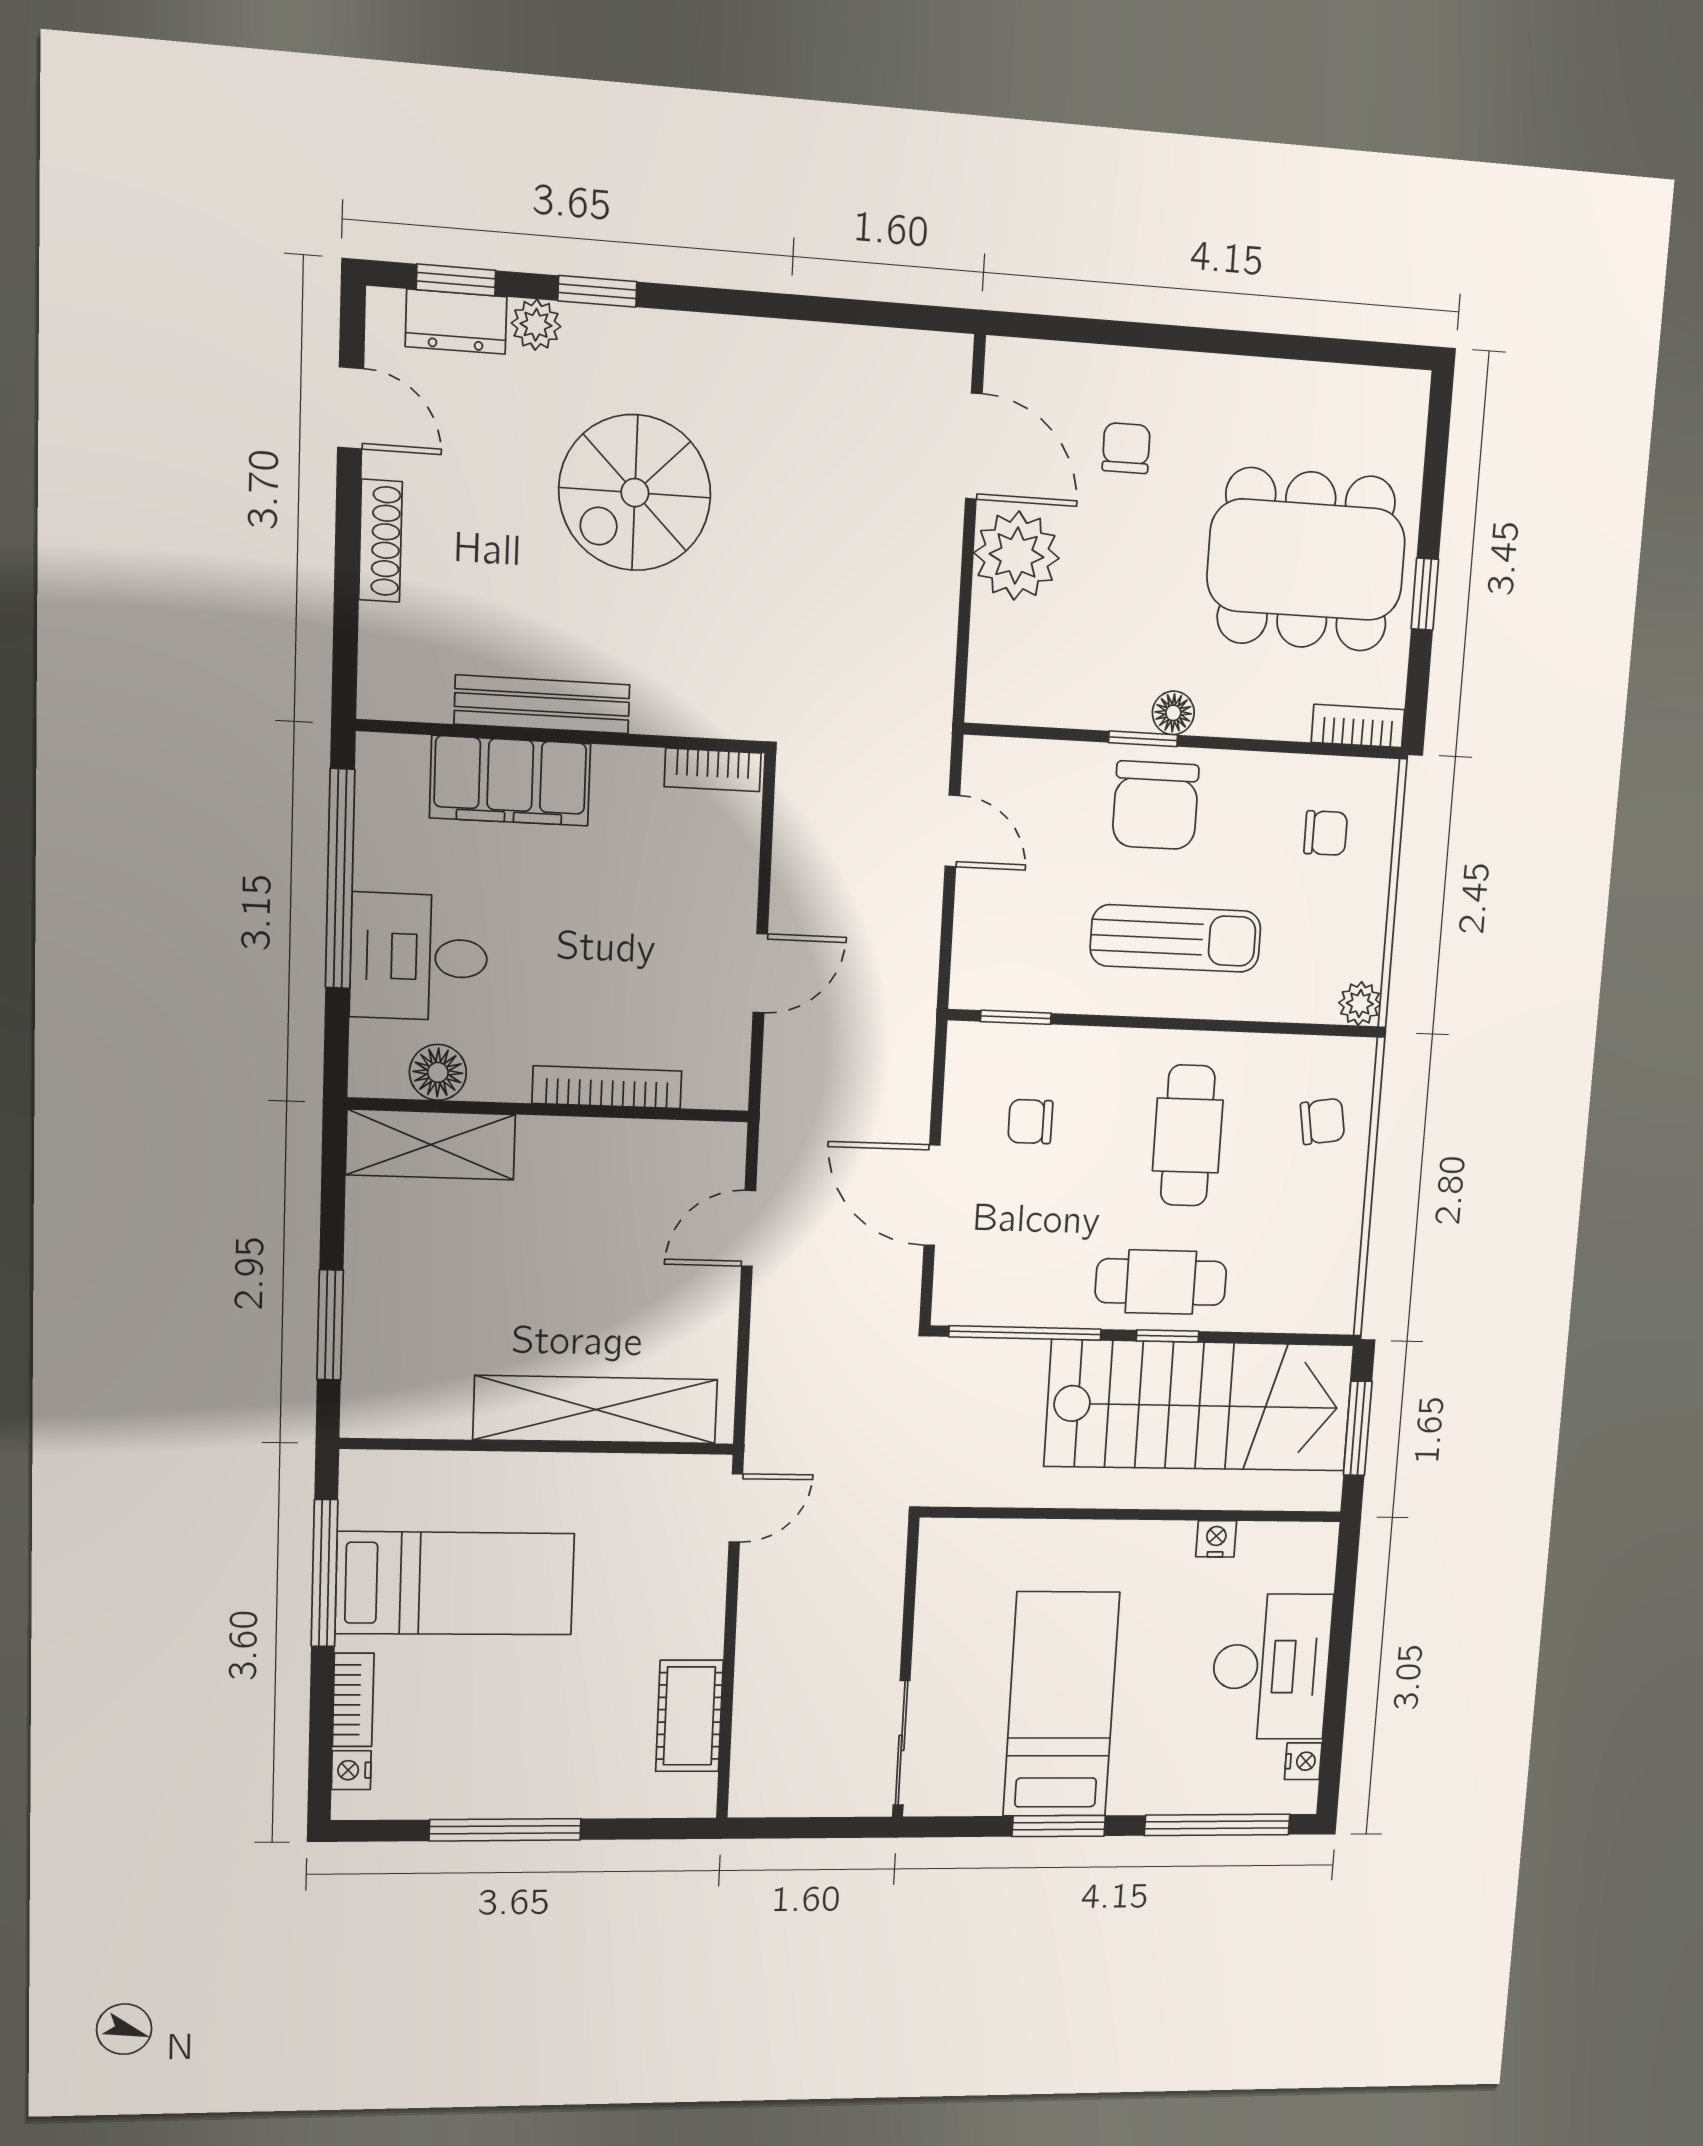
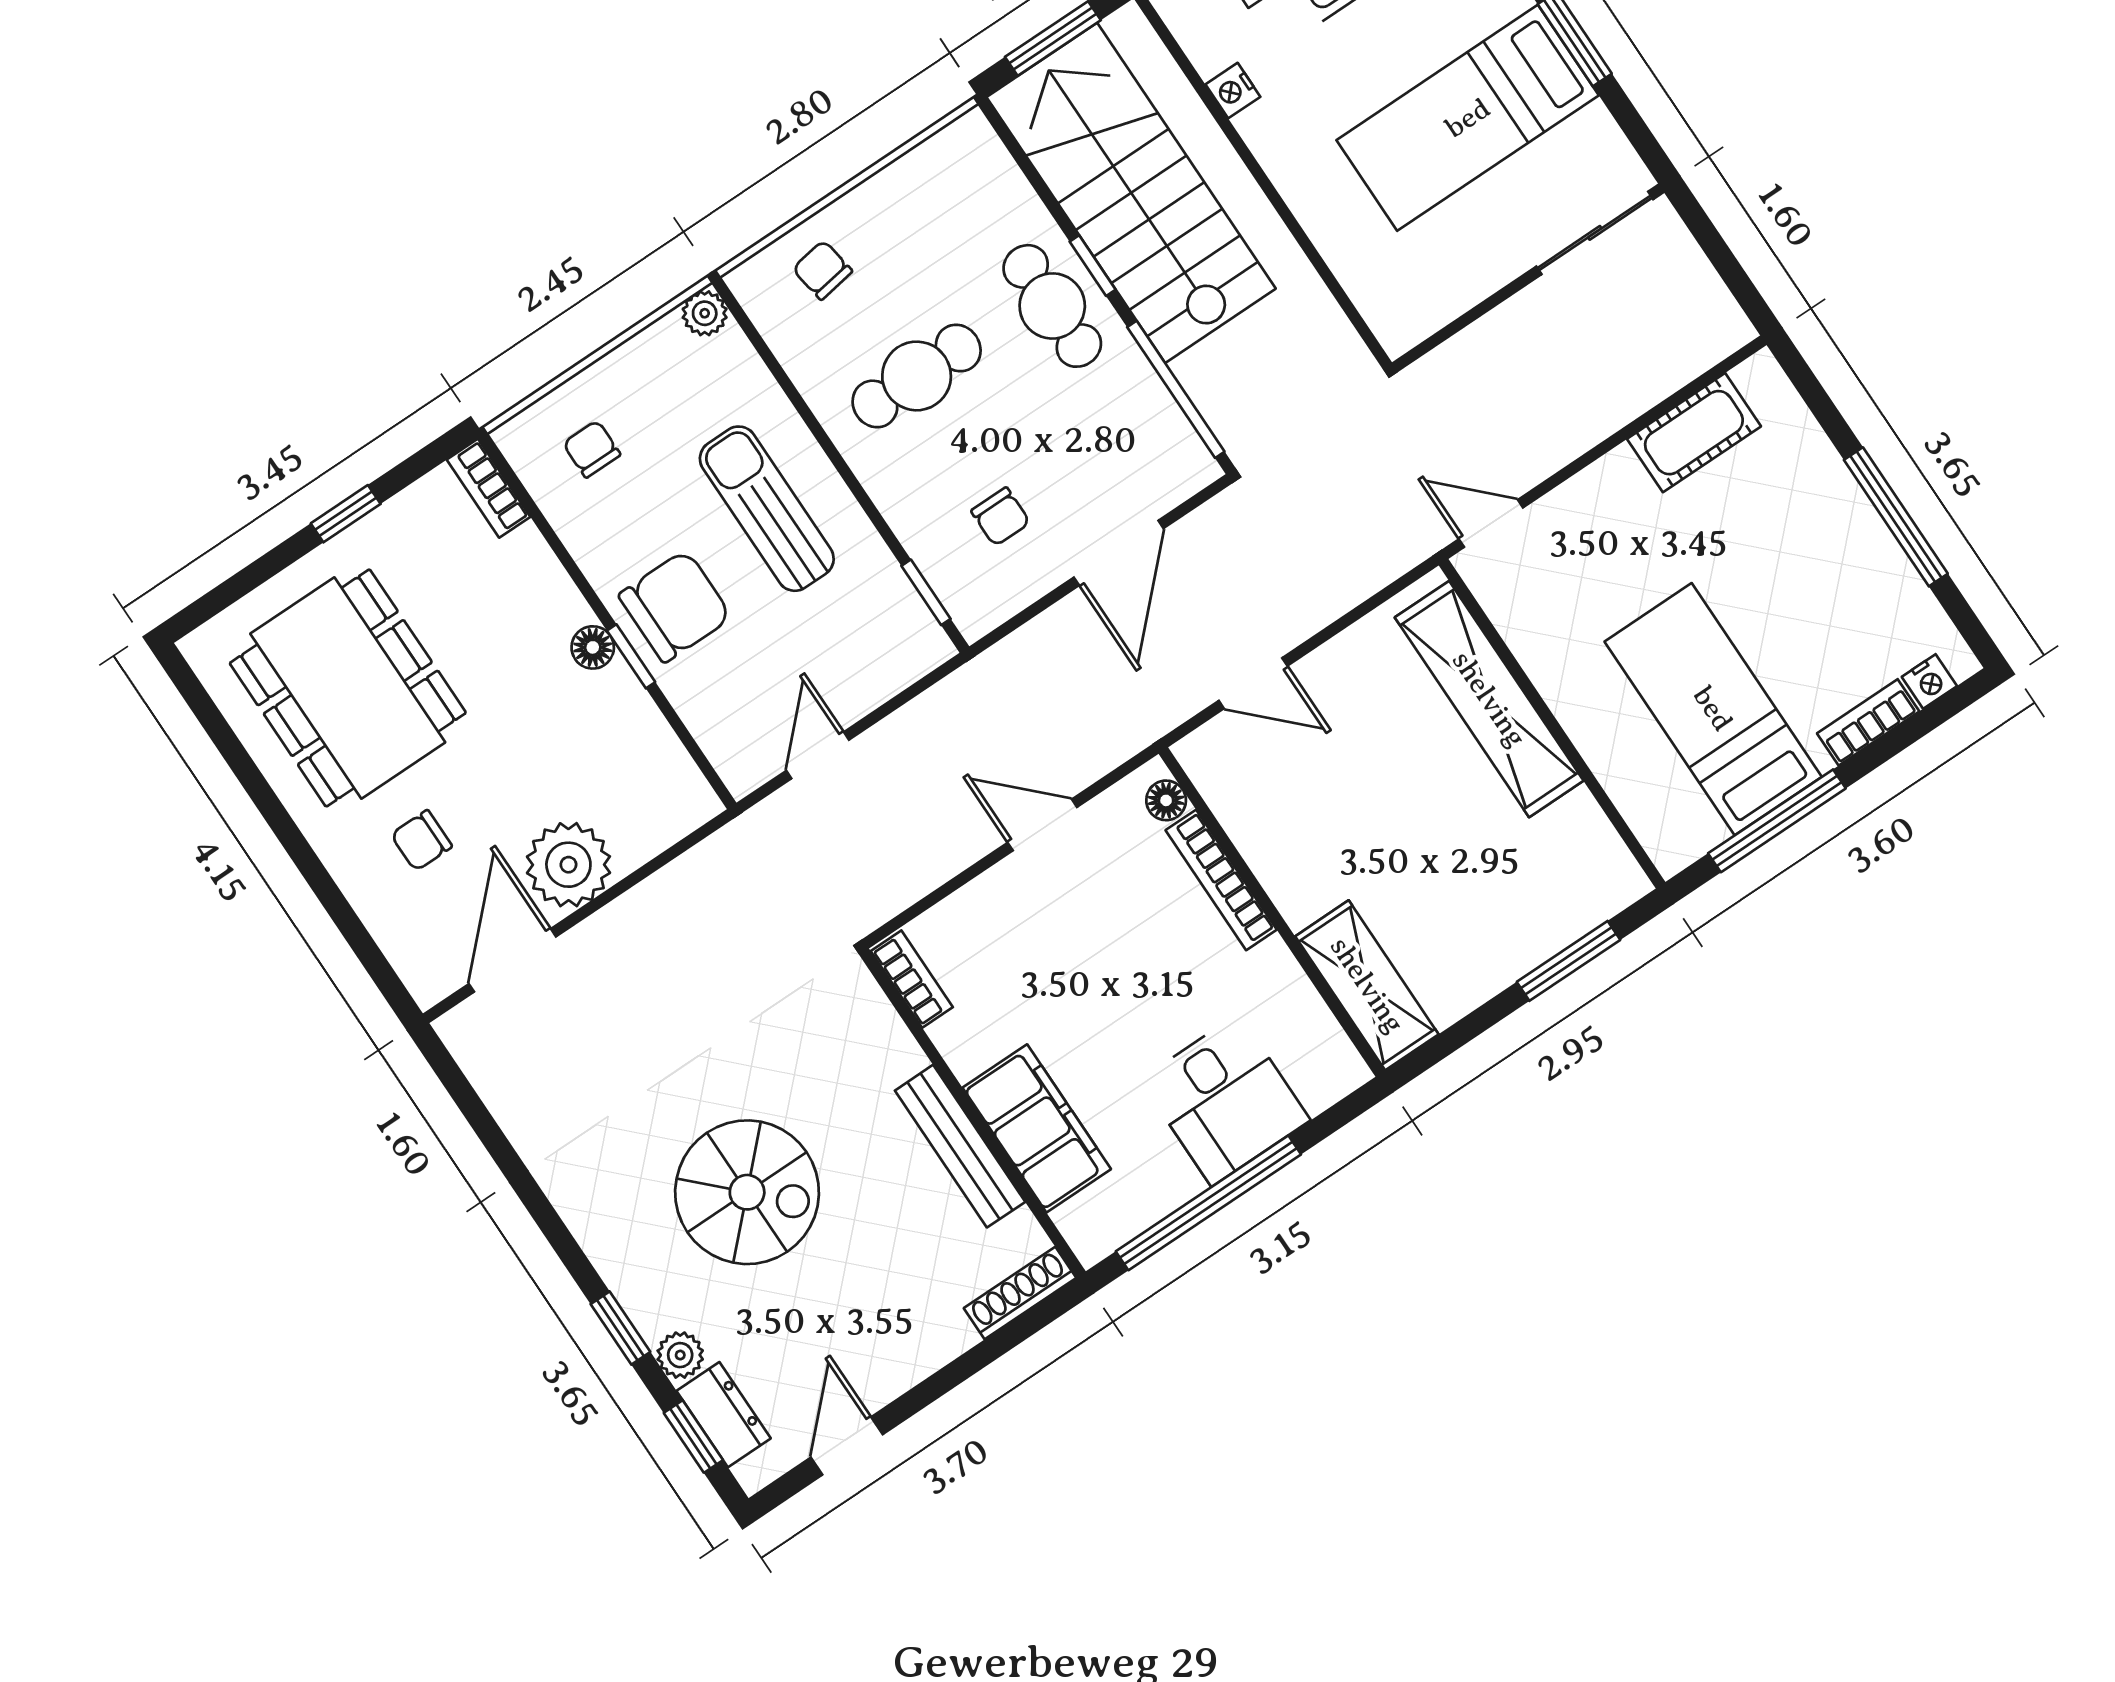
shoe rack: (380, 541) -> (1020, 1293), moved
dining table: (1306, 560) -> (348, 688), moved
floor lamp: (438, 1072) -> (1166, 800), moved, width x0.73, depth x0.73

